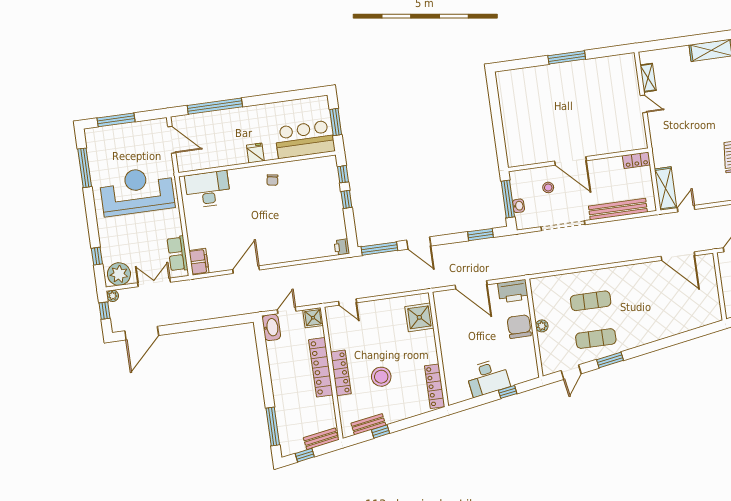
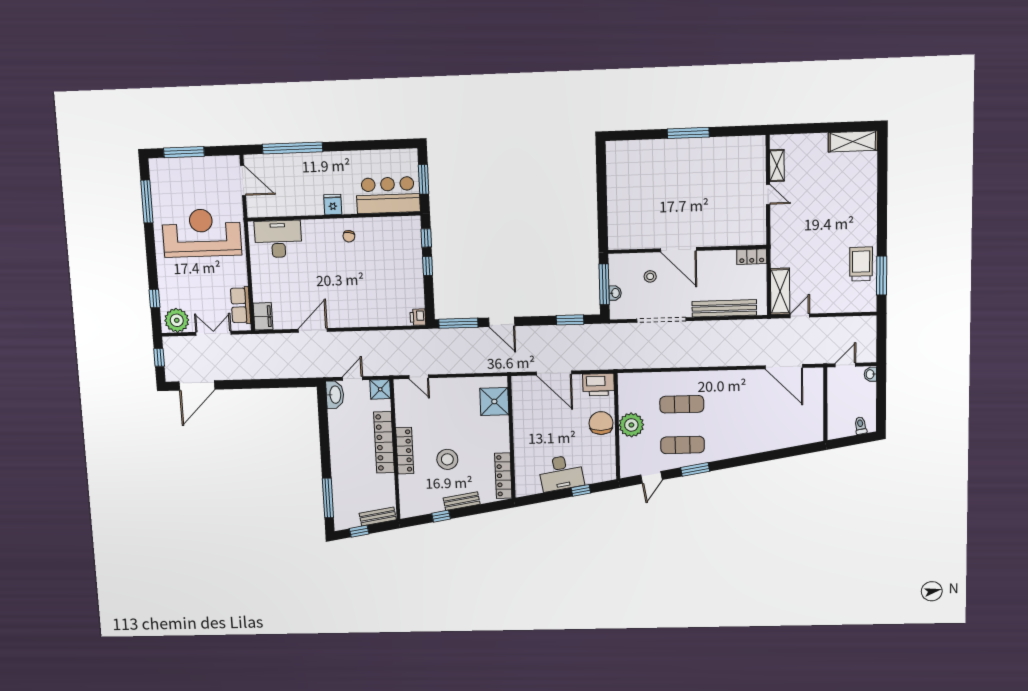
plant: (113, 296) -> (169, 343), removed
plant: (542, 326) -> (631, 425), width x1.87, depth x1.87
bench: (368, 424) -> (462, 501), moved

